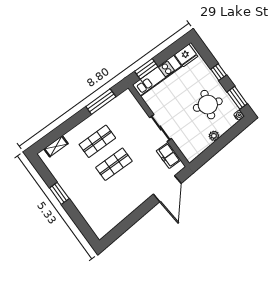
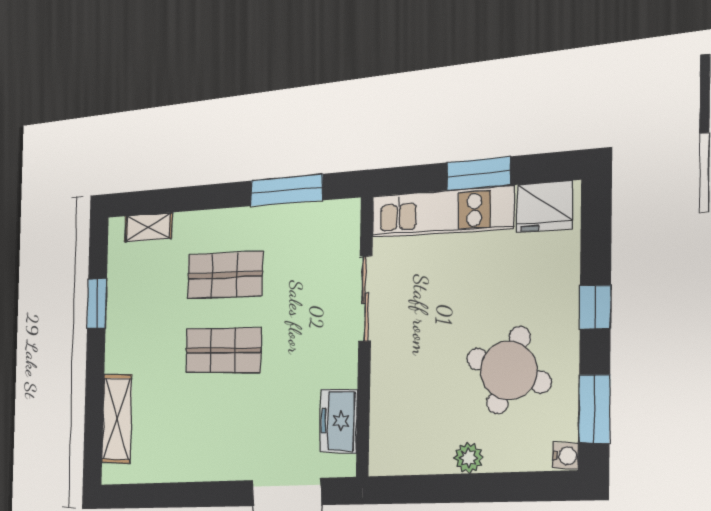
window: (146, 69) -> (478, 174), moved
sliding door: (160, 128) -> (365, 298), moved
window: (59, 193) -> (97, 304), moved
shelving: (90, 215) -> (117, 419), added

